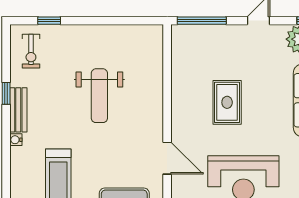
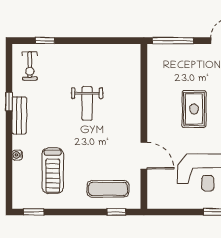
weight bench: (99, 96) -> (87, 103), width x0.73, depth x0.75
water cooler: (16, 140) -> (17, 155), moved

